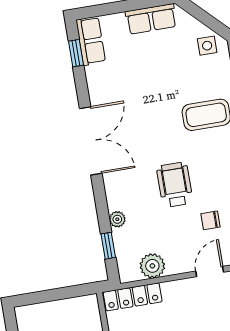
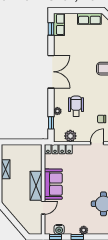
wheelchair: (175, 185) -> (76, 106), moved

